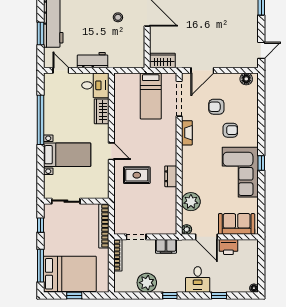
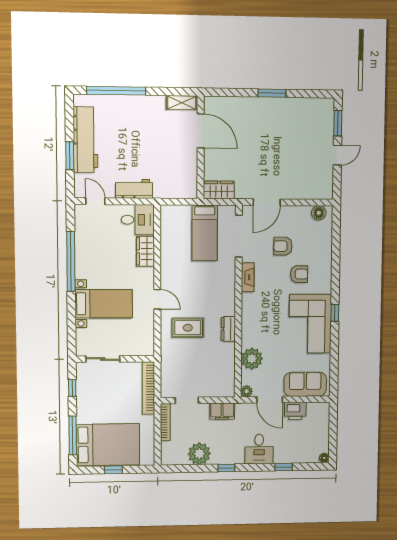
stool: (118, 17) -> (165, 137), removed
door: (261, 50) -> (337, 155), moved

